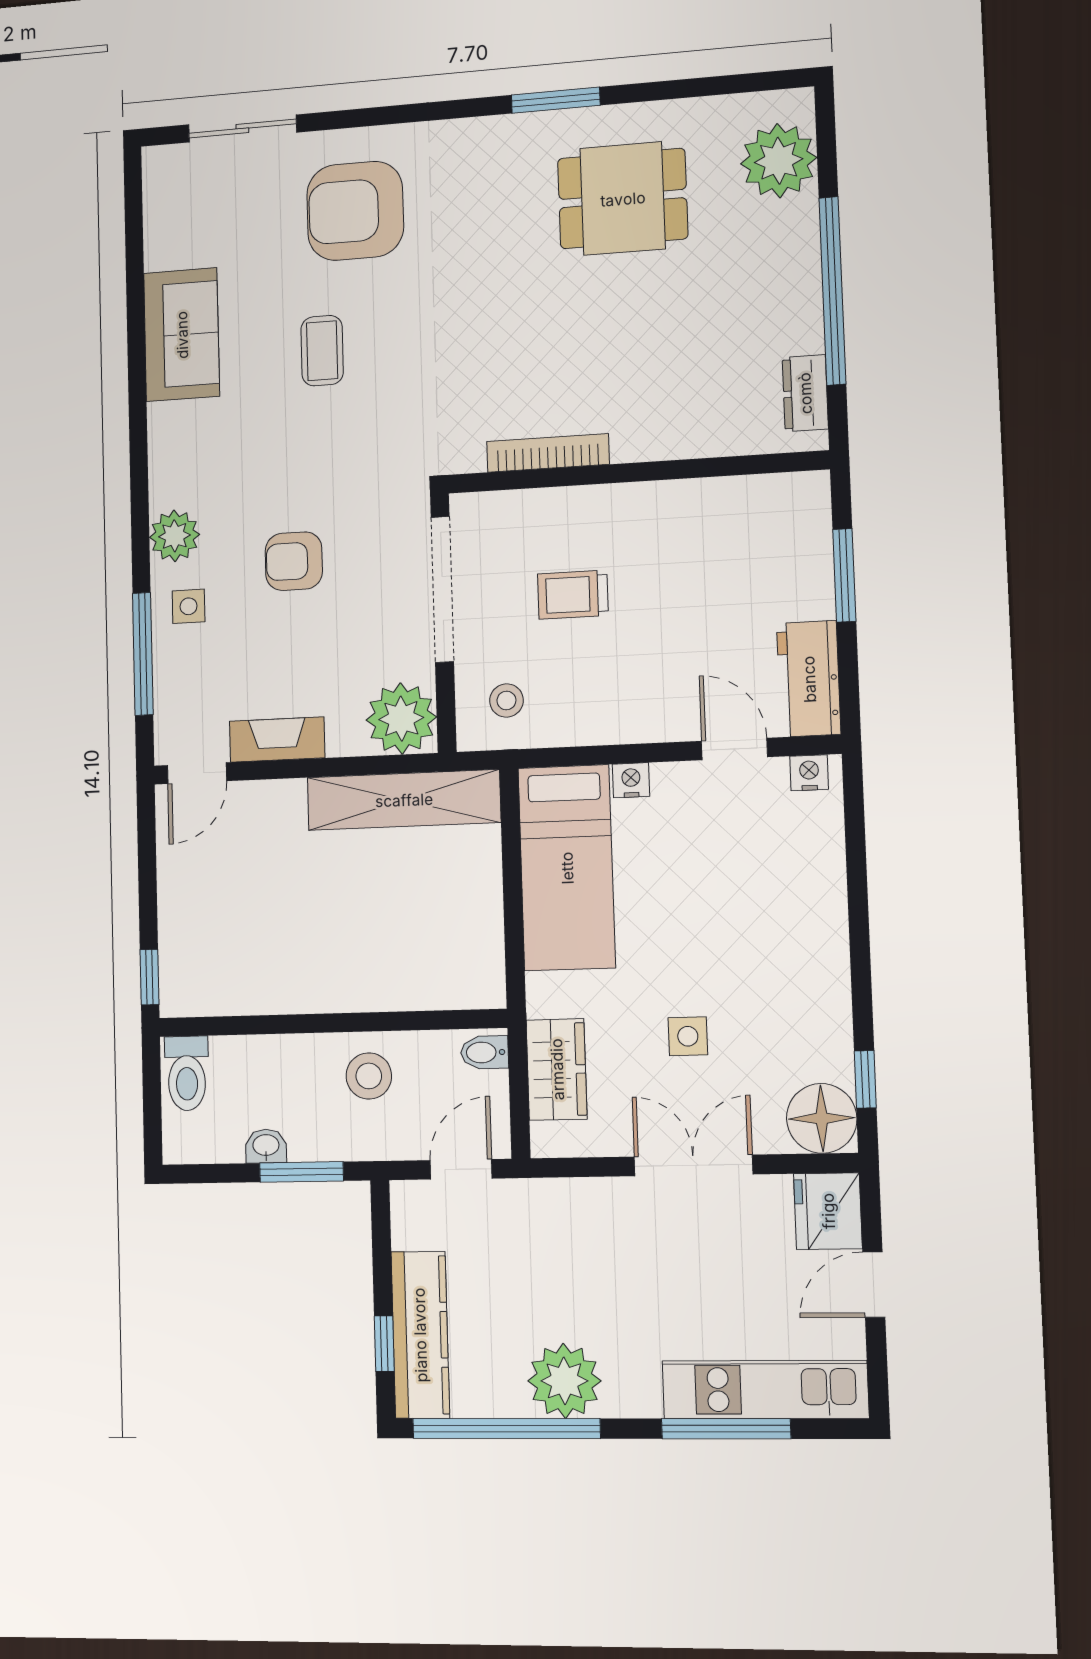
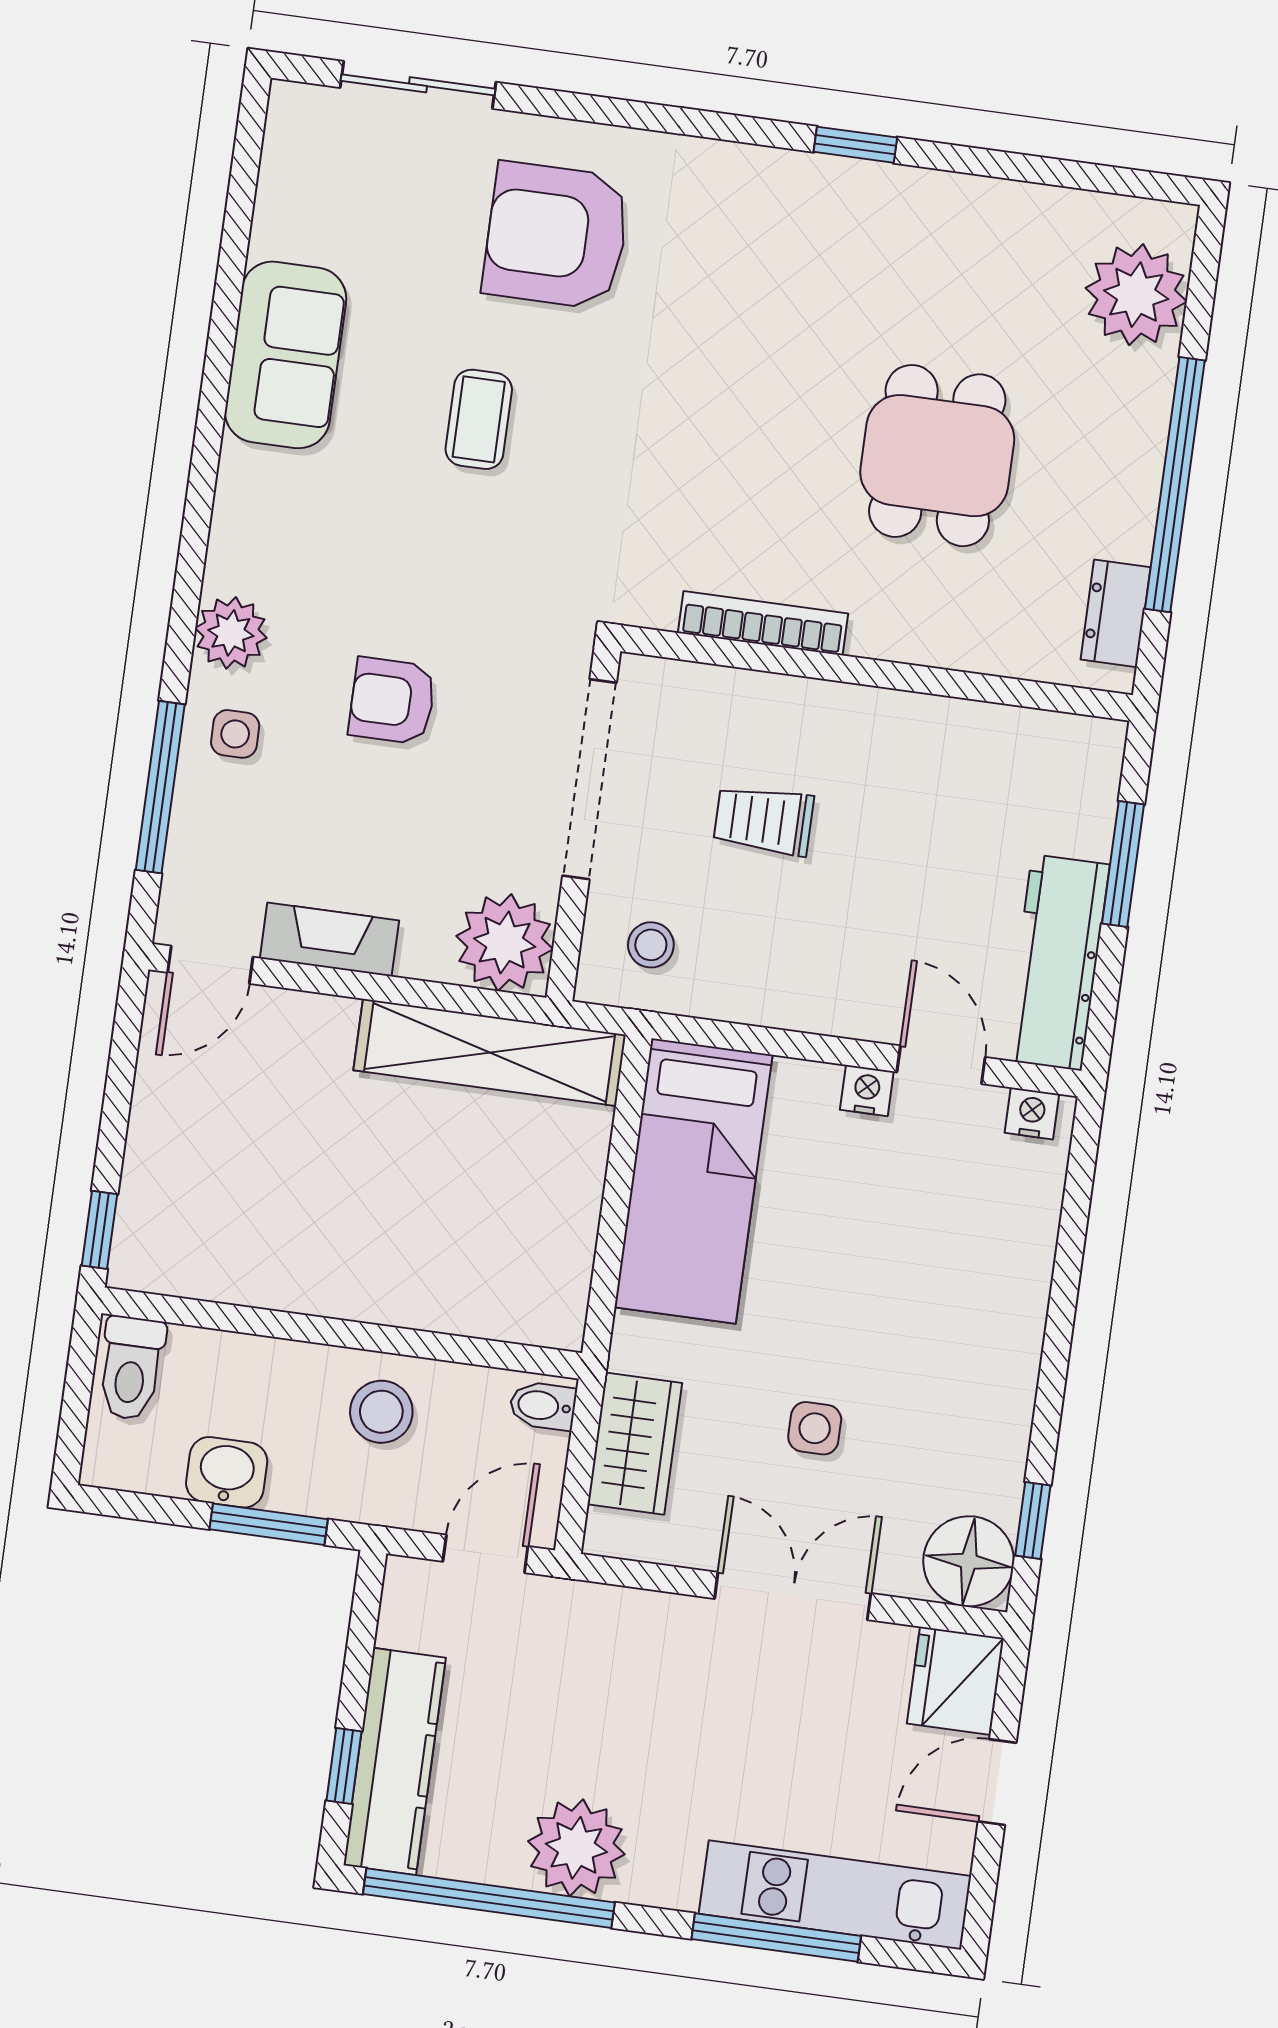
window: (556, 100) -> (855, 145), width x0.67
dining table: (623, 199) -> (937, 456), moved, turned 90
workbench: (809, 679) -> (1057, 962), width x1.38
nightstand: (631, 780) -> (867, 1091), moved
washbasin: (266, 1146) -> (227, 1472), width x1.38, depth x1.45

